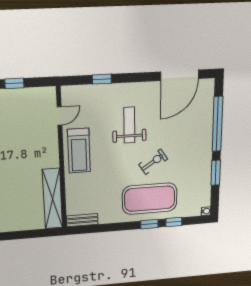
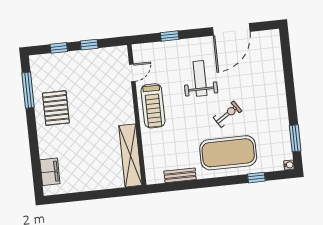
door: (180, 75) -> (231, 29), moved
window: (217, 124) -> (288, 73), removed
window: (216, 173) -> (295, 138), moved
bench: (82, 220) -> (180, 175), moved
window: (149, 224) -> (231, 180), removed

